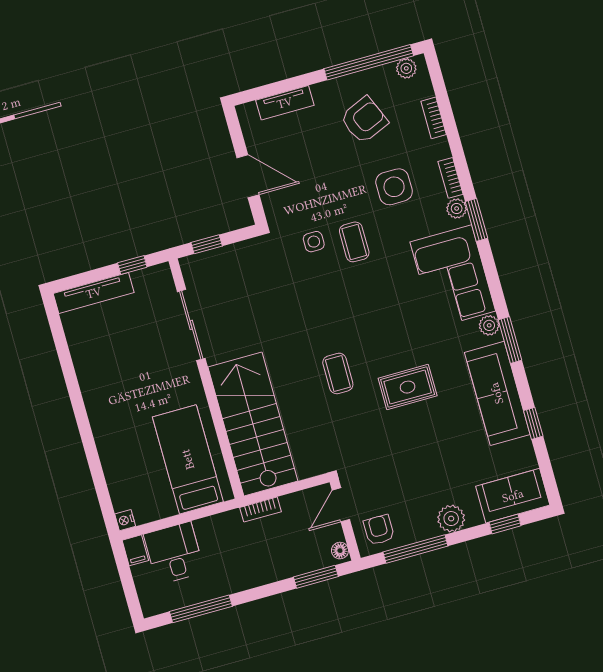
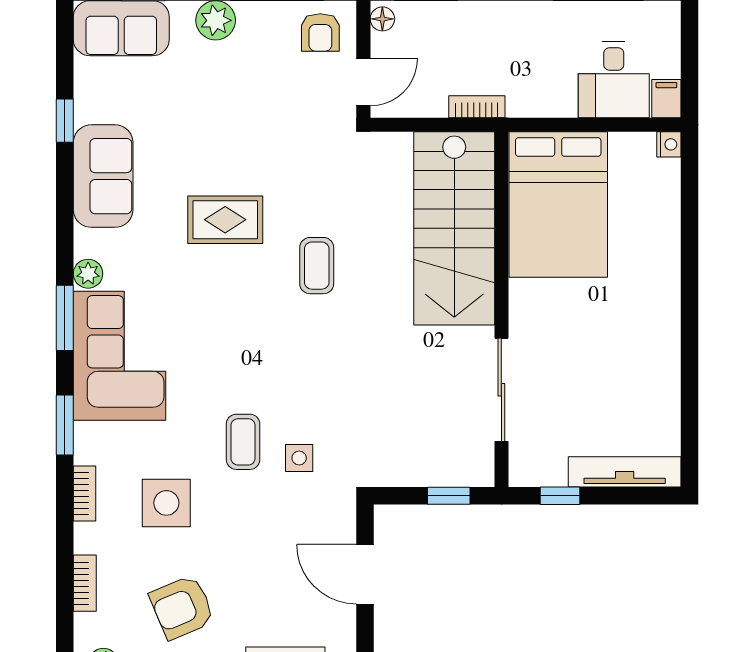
plant: (457, 209) -> (88, 449), removed
window: (510, 340) -> (65, 318), moved
sofa: (497, 393) -> (103, 176), width x0.73
bed: (188, 459) -> (558, 205), width x1.50

